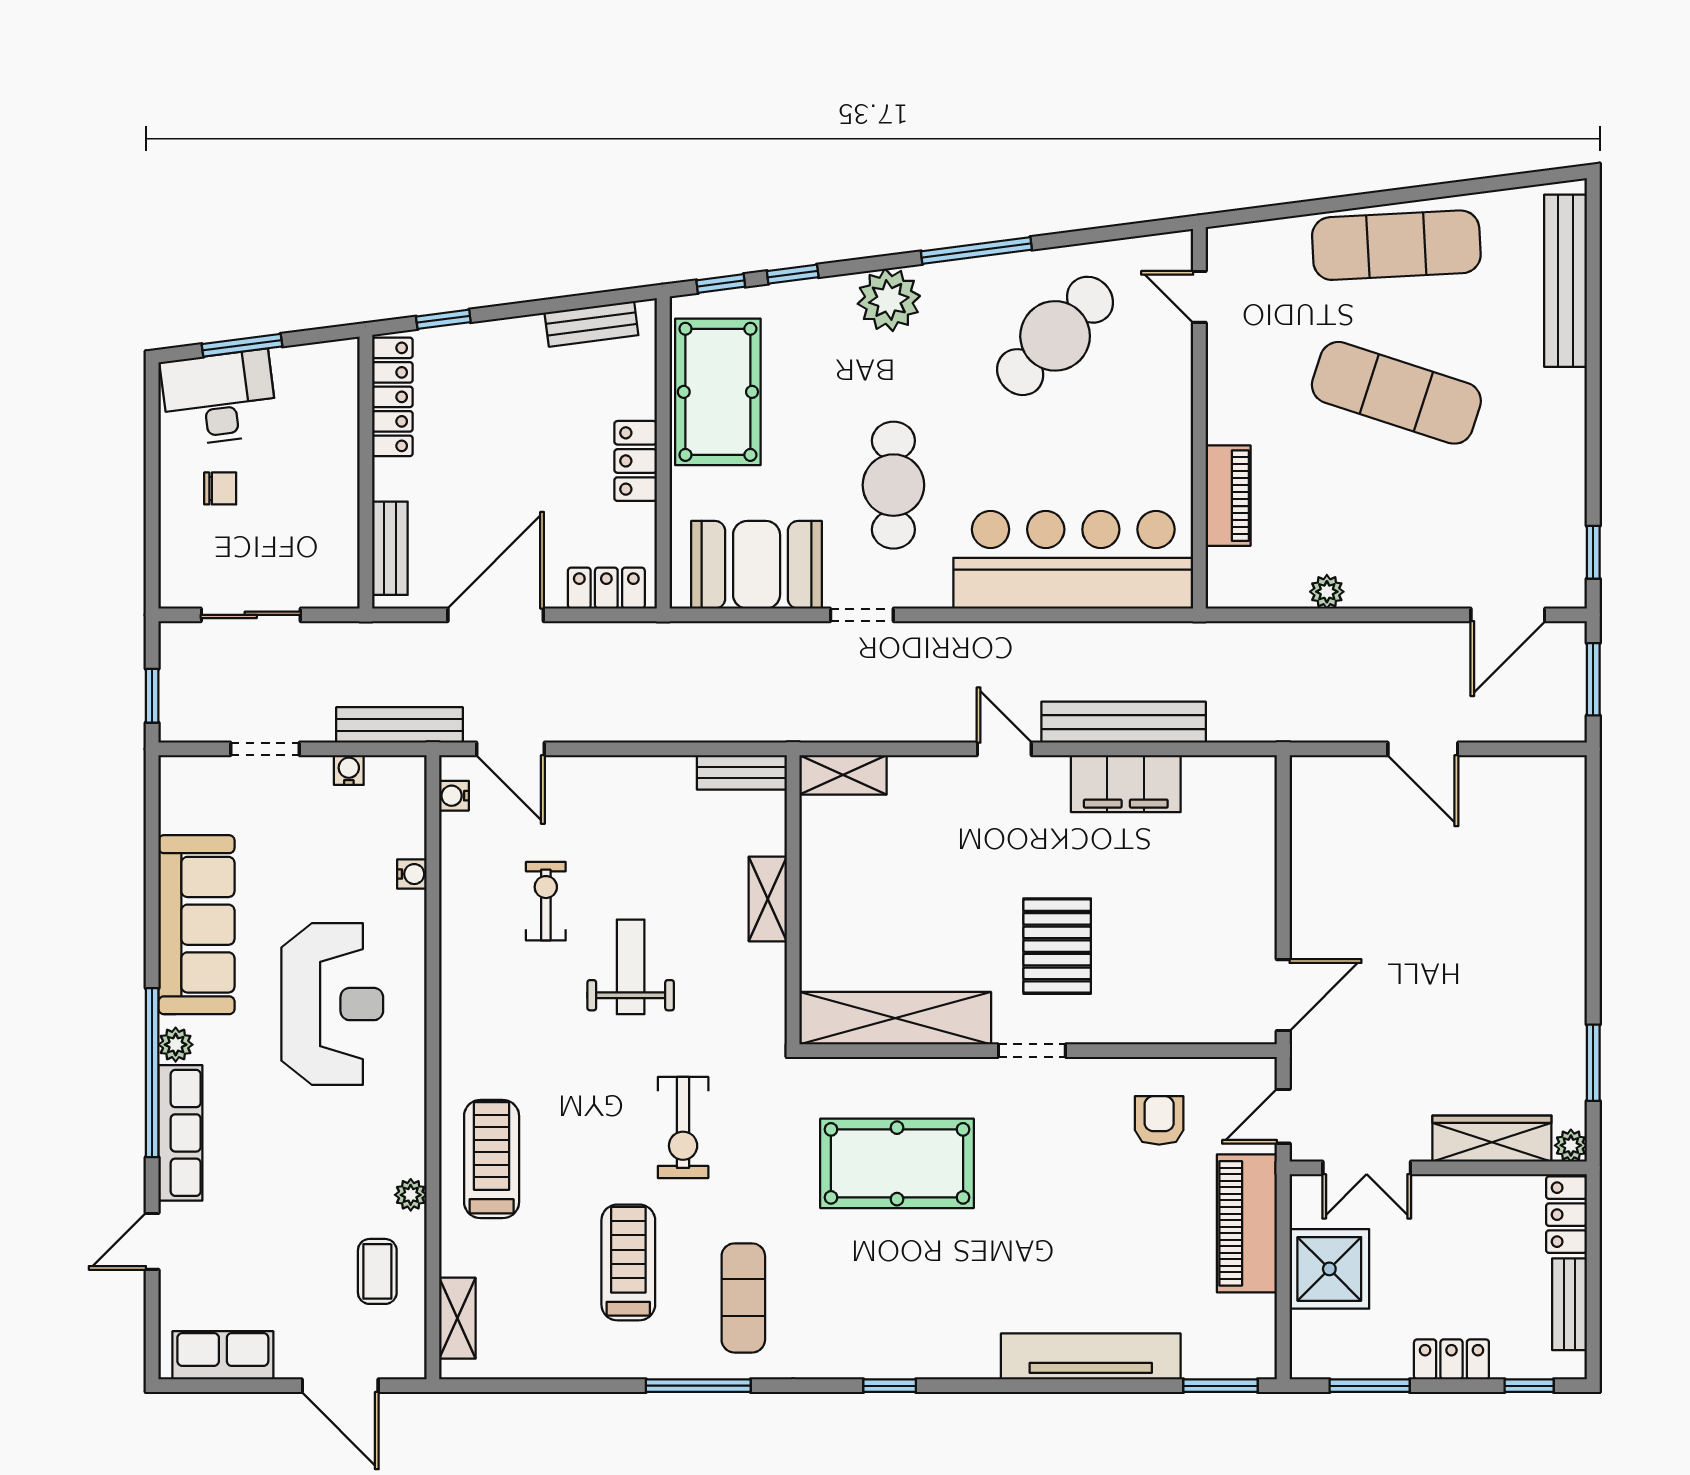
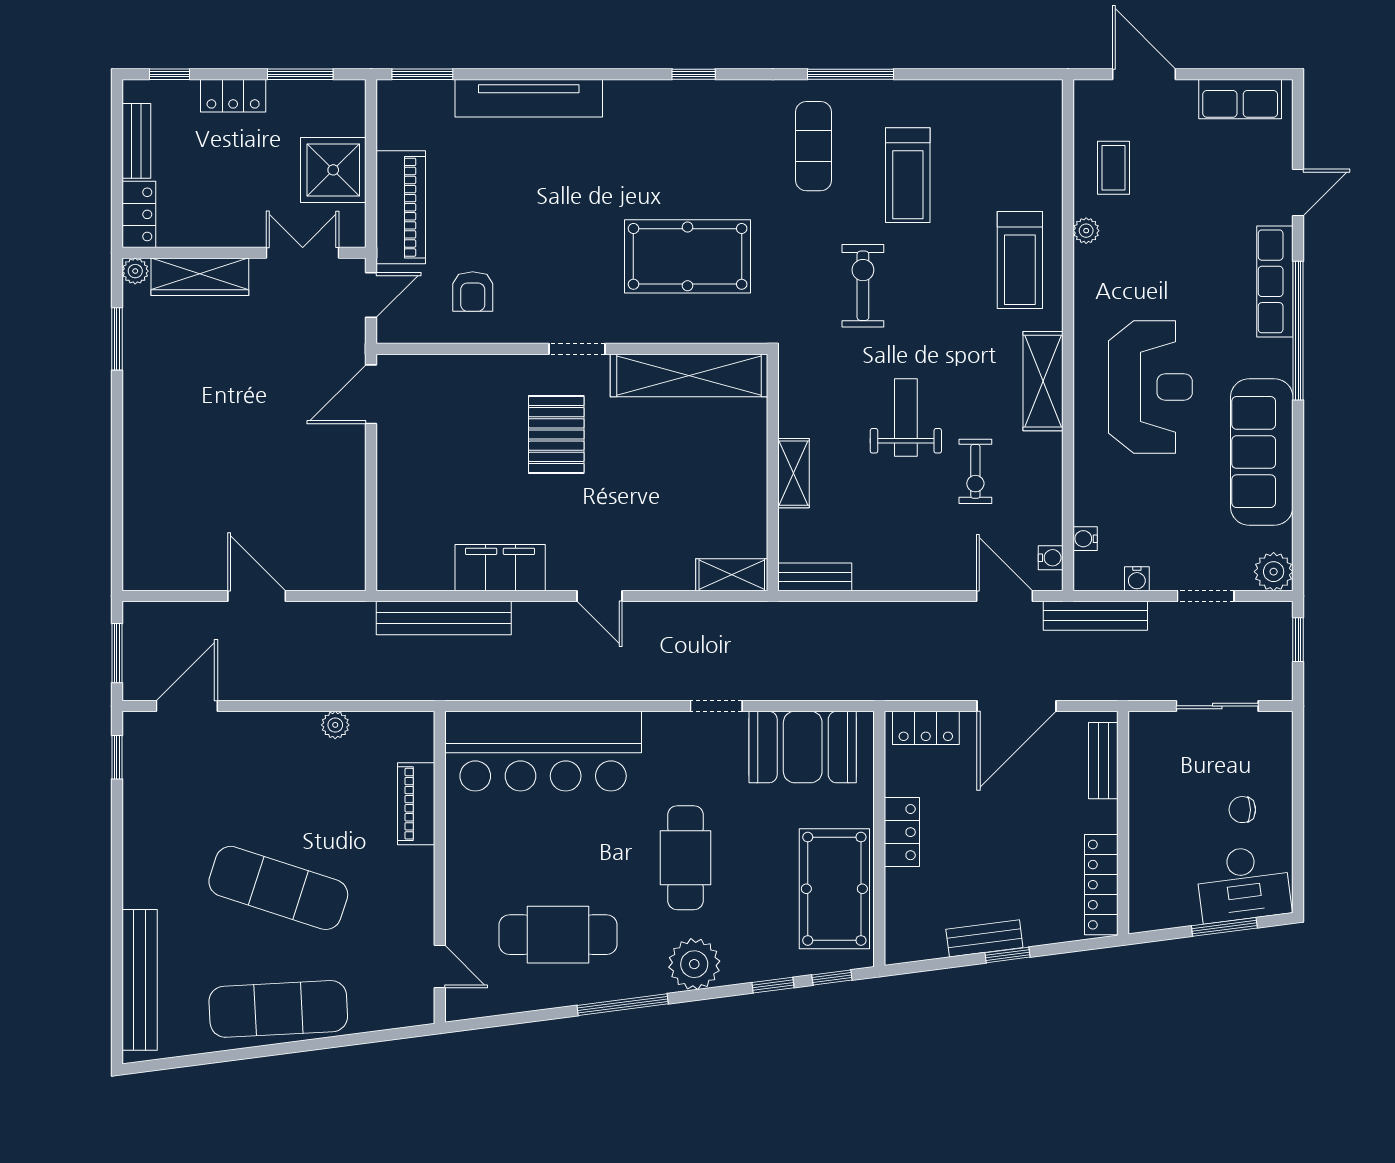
window: (443, 319) -> (1007, 955), moved
bench: (591, 324) -> (984, 938), moved
cafe table: (1055, 336) -> (558, 935), turned 46
cafe table: (893, 485) -> (686, 858), moved
bench: (1124, 722) -> (444, 618), moved
water cooler: (412, 874) -> (1085, 539), moved
weight bench: (631, 967) -> (906, 418), turned 180
reception desk: (332, 1004) -> (1150, 387), turned 180
plant: (176, 1045) -> (1274, 572), moved, width x1.38, depth x1.38
shelving: (457, 1318) -> (1043, 381), moved, width x1.50, depth x1.33

